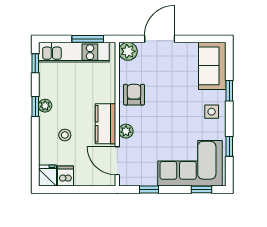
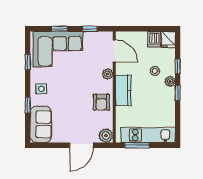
window: (35, 63) -> (178, 66), moved
plant: (45, 106) -> (170, 81), moved
kitchen counter: (105, 124) -> (123, 90), moved
window: (201, 190) -> (60, 29), moved

